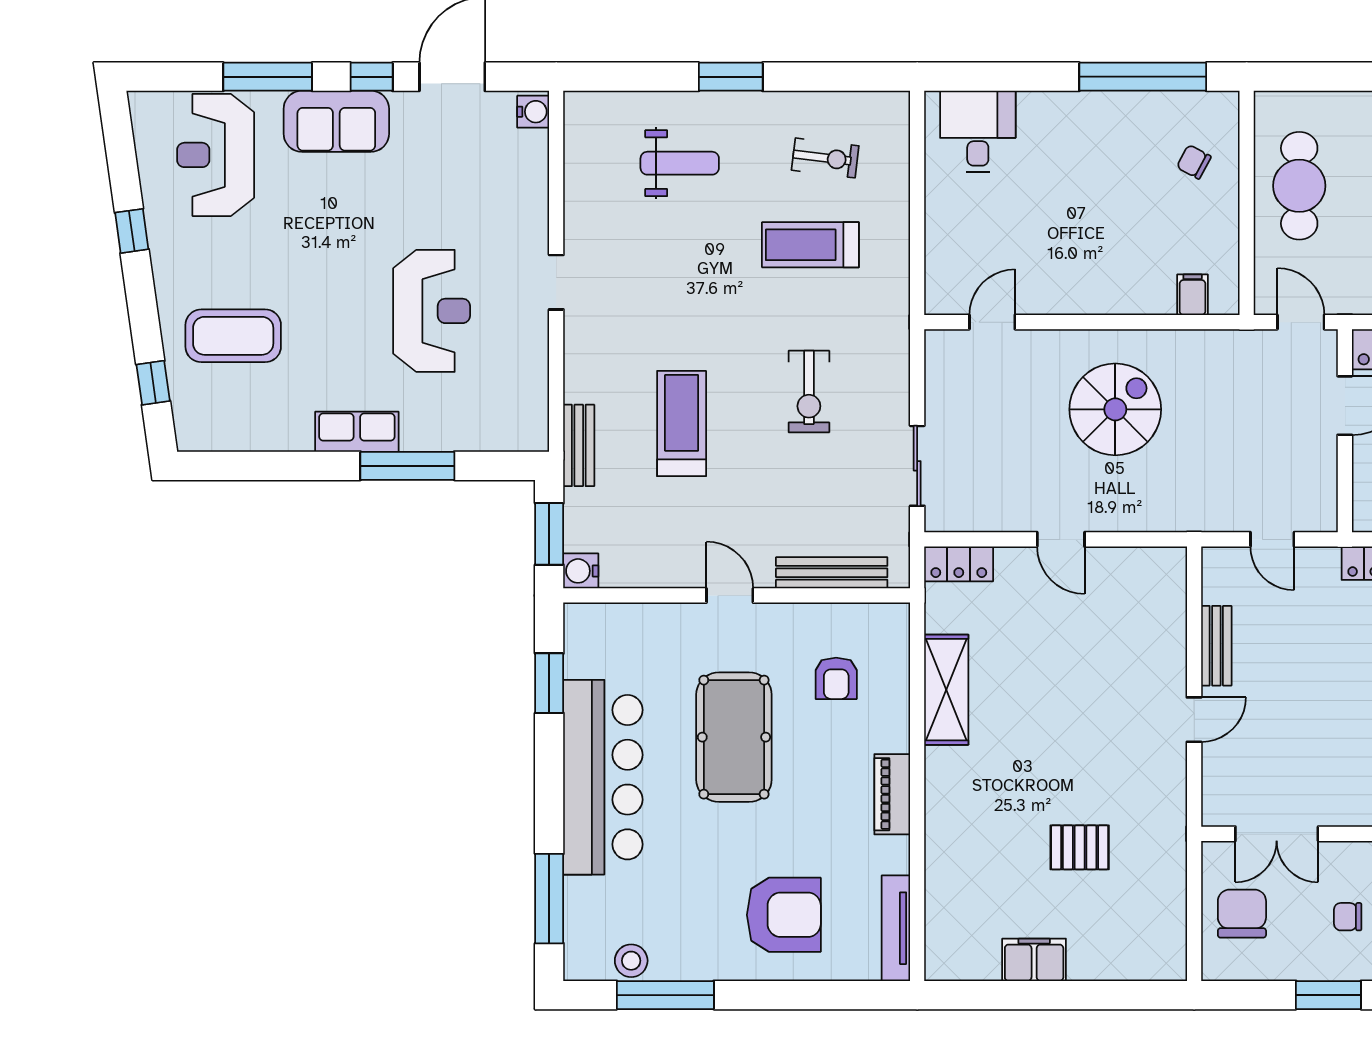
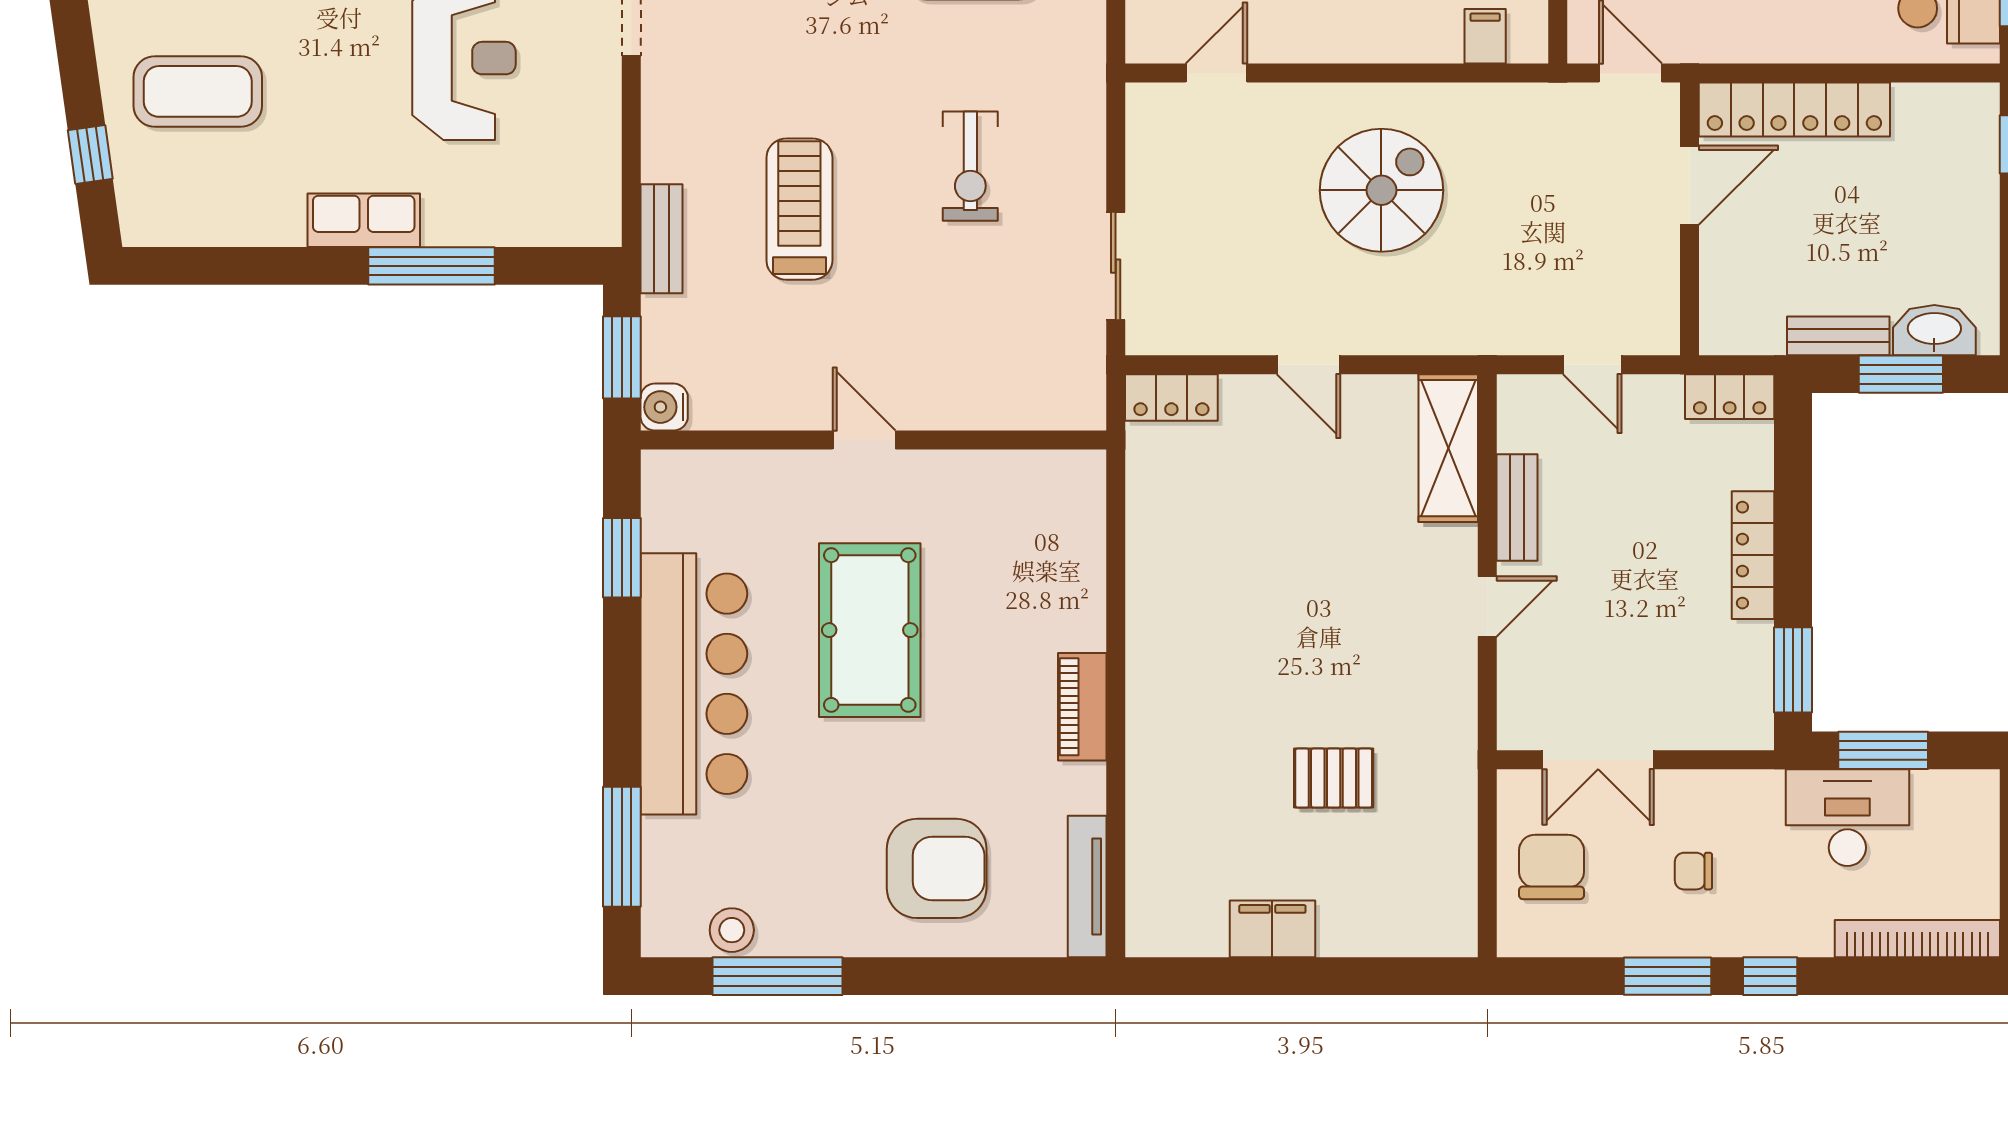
bench: (832, 573) -> (1001, 410), removed
armchair: (836, 678) -> (1007, 551), removed
shelving: (946, 690) -> (1448, 448), moved

